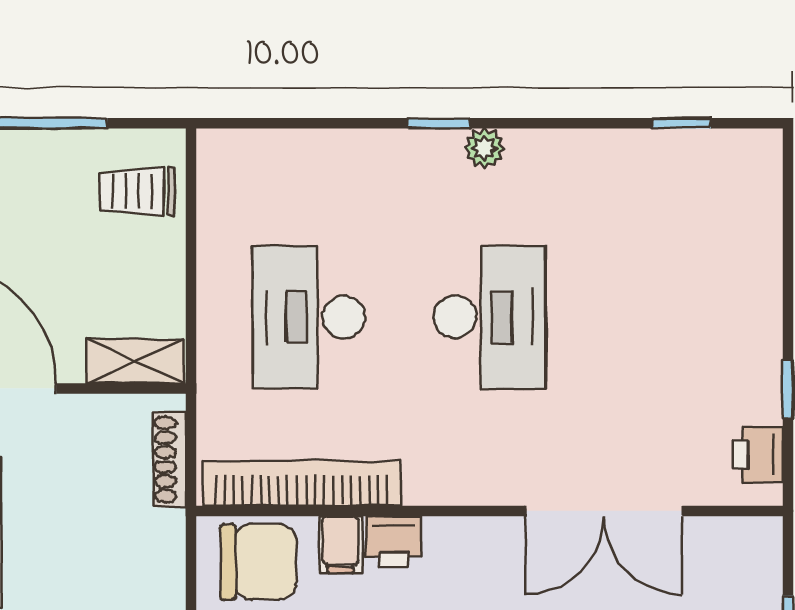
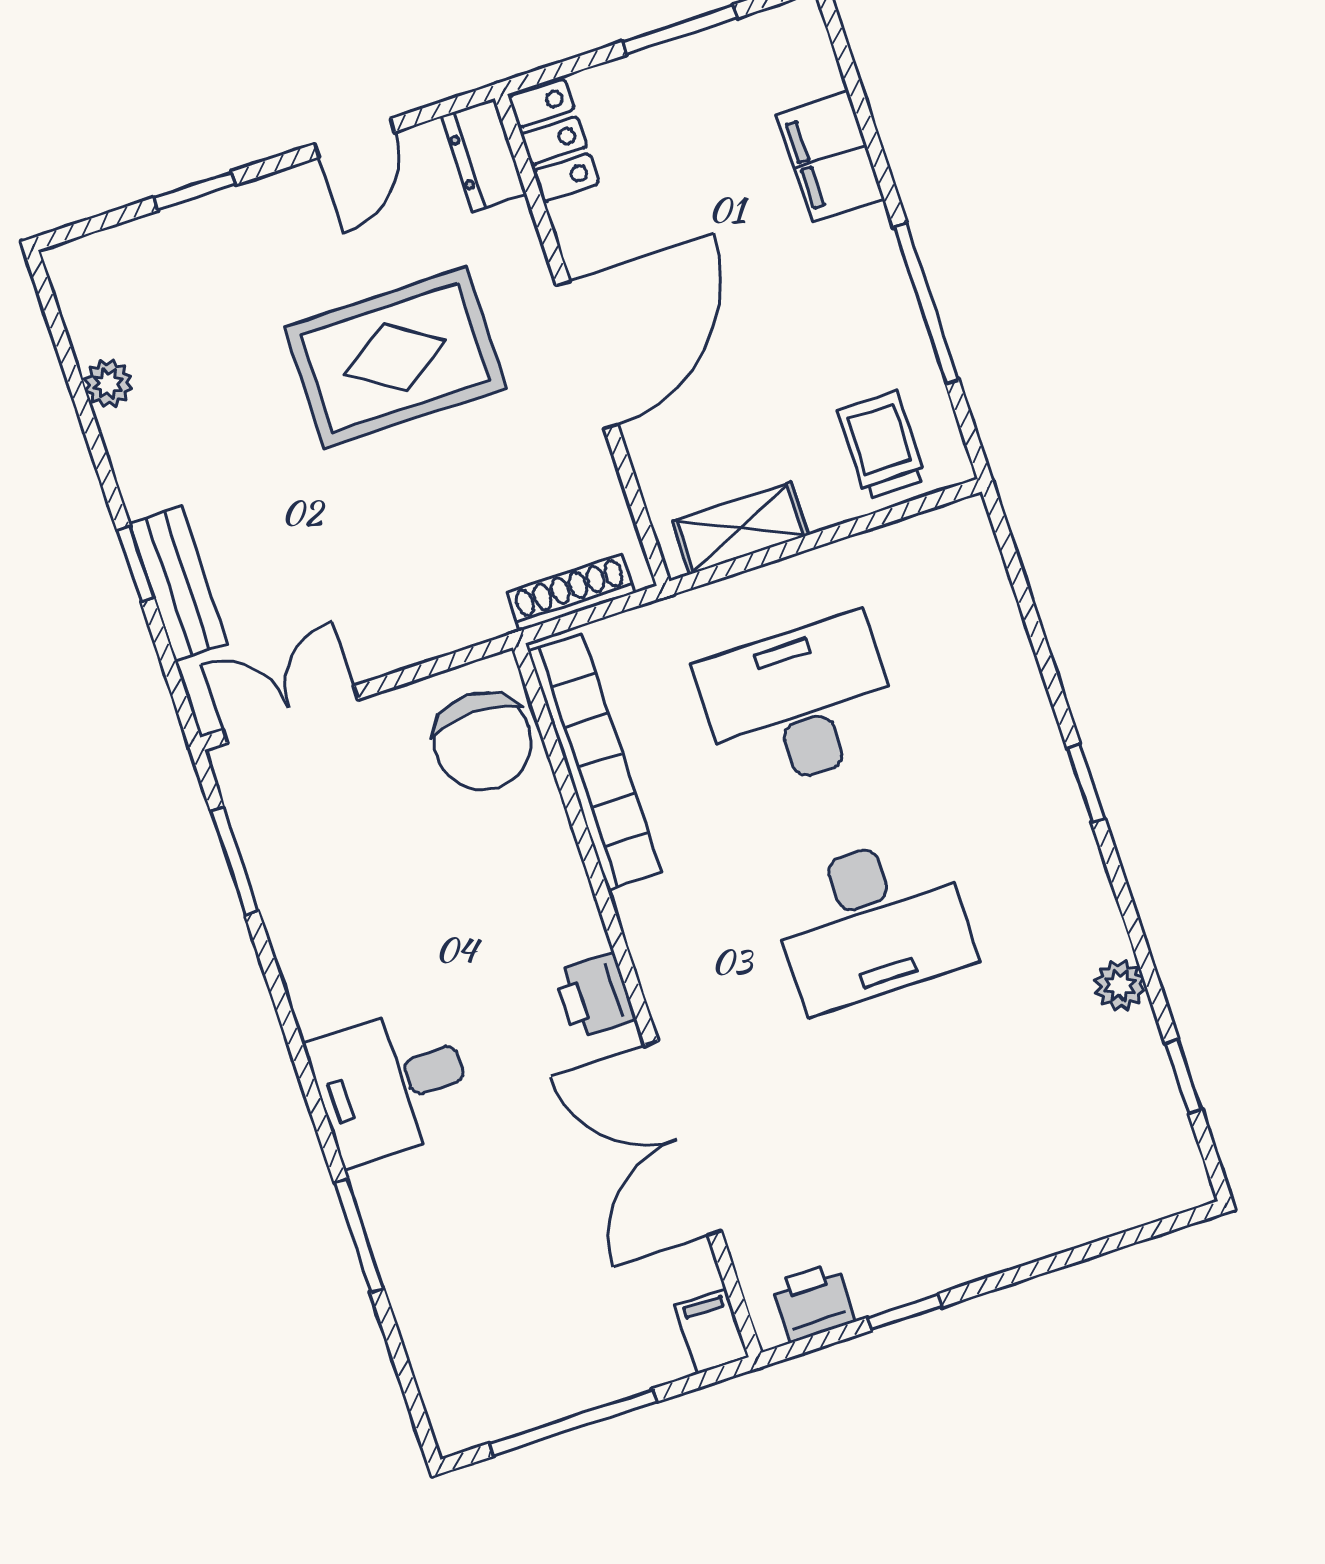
plant: (484, 148) -> (1120, 985), moved
shelving: (135, 361) -> (740, 528), moved, turned 90
printer: (394, 541) -> (595, 996), moved
filing cabinet: (340, 545) -> (712, 1331), moved, turned 90

